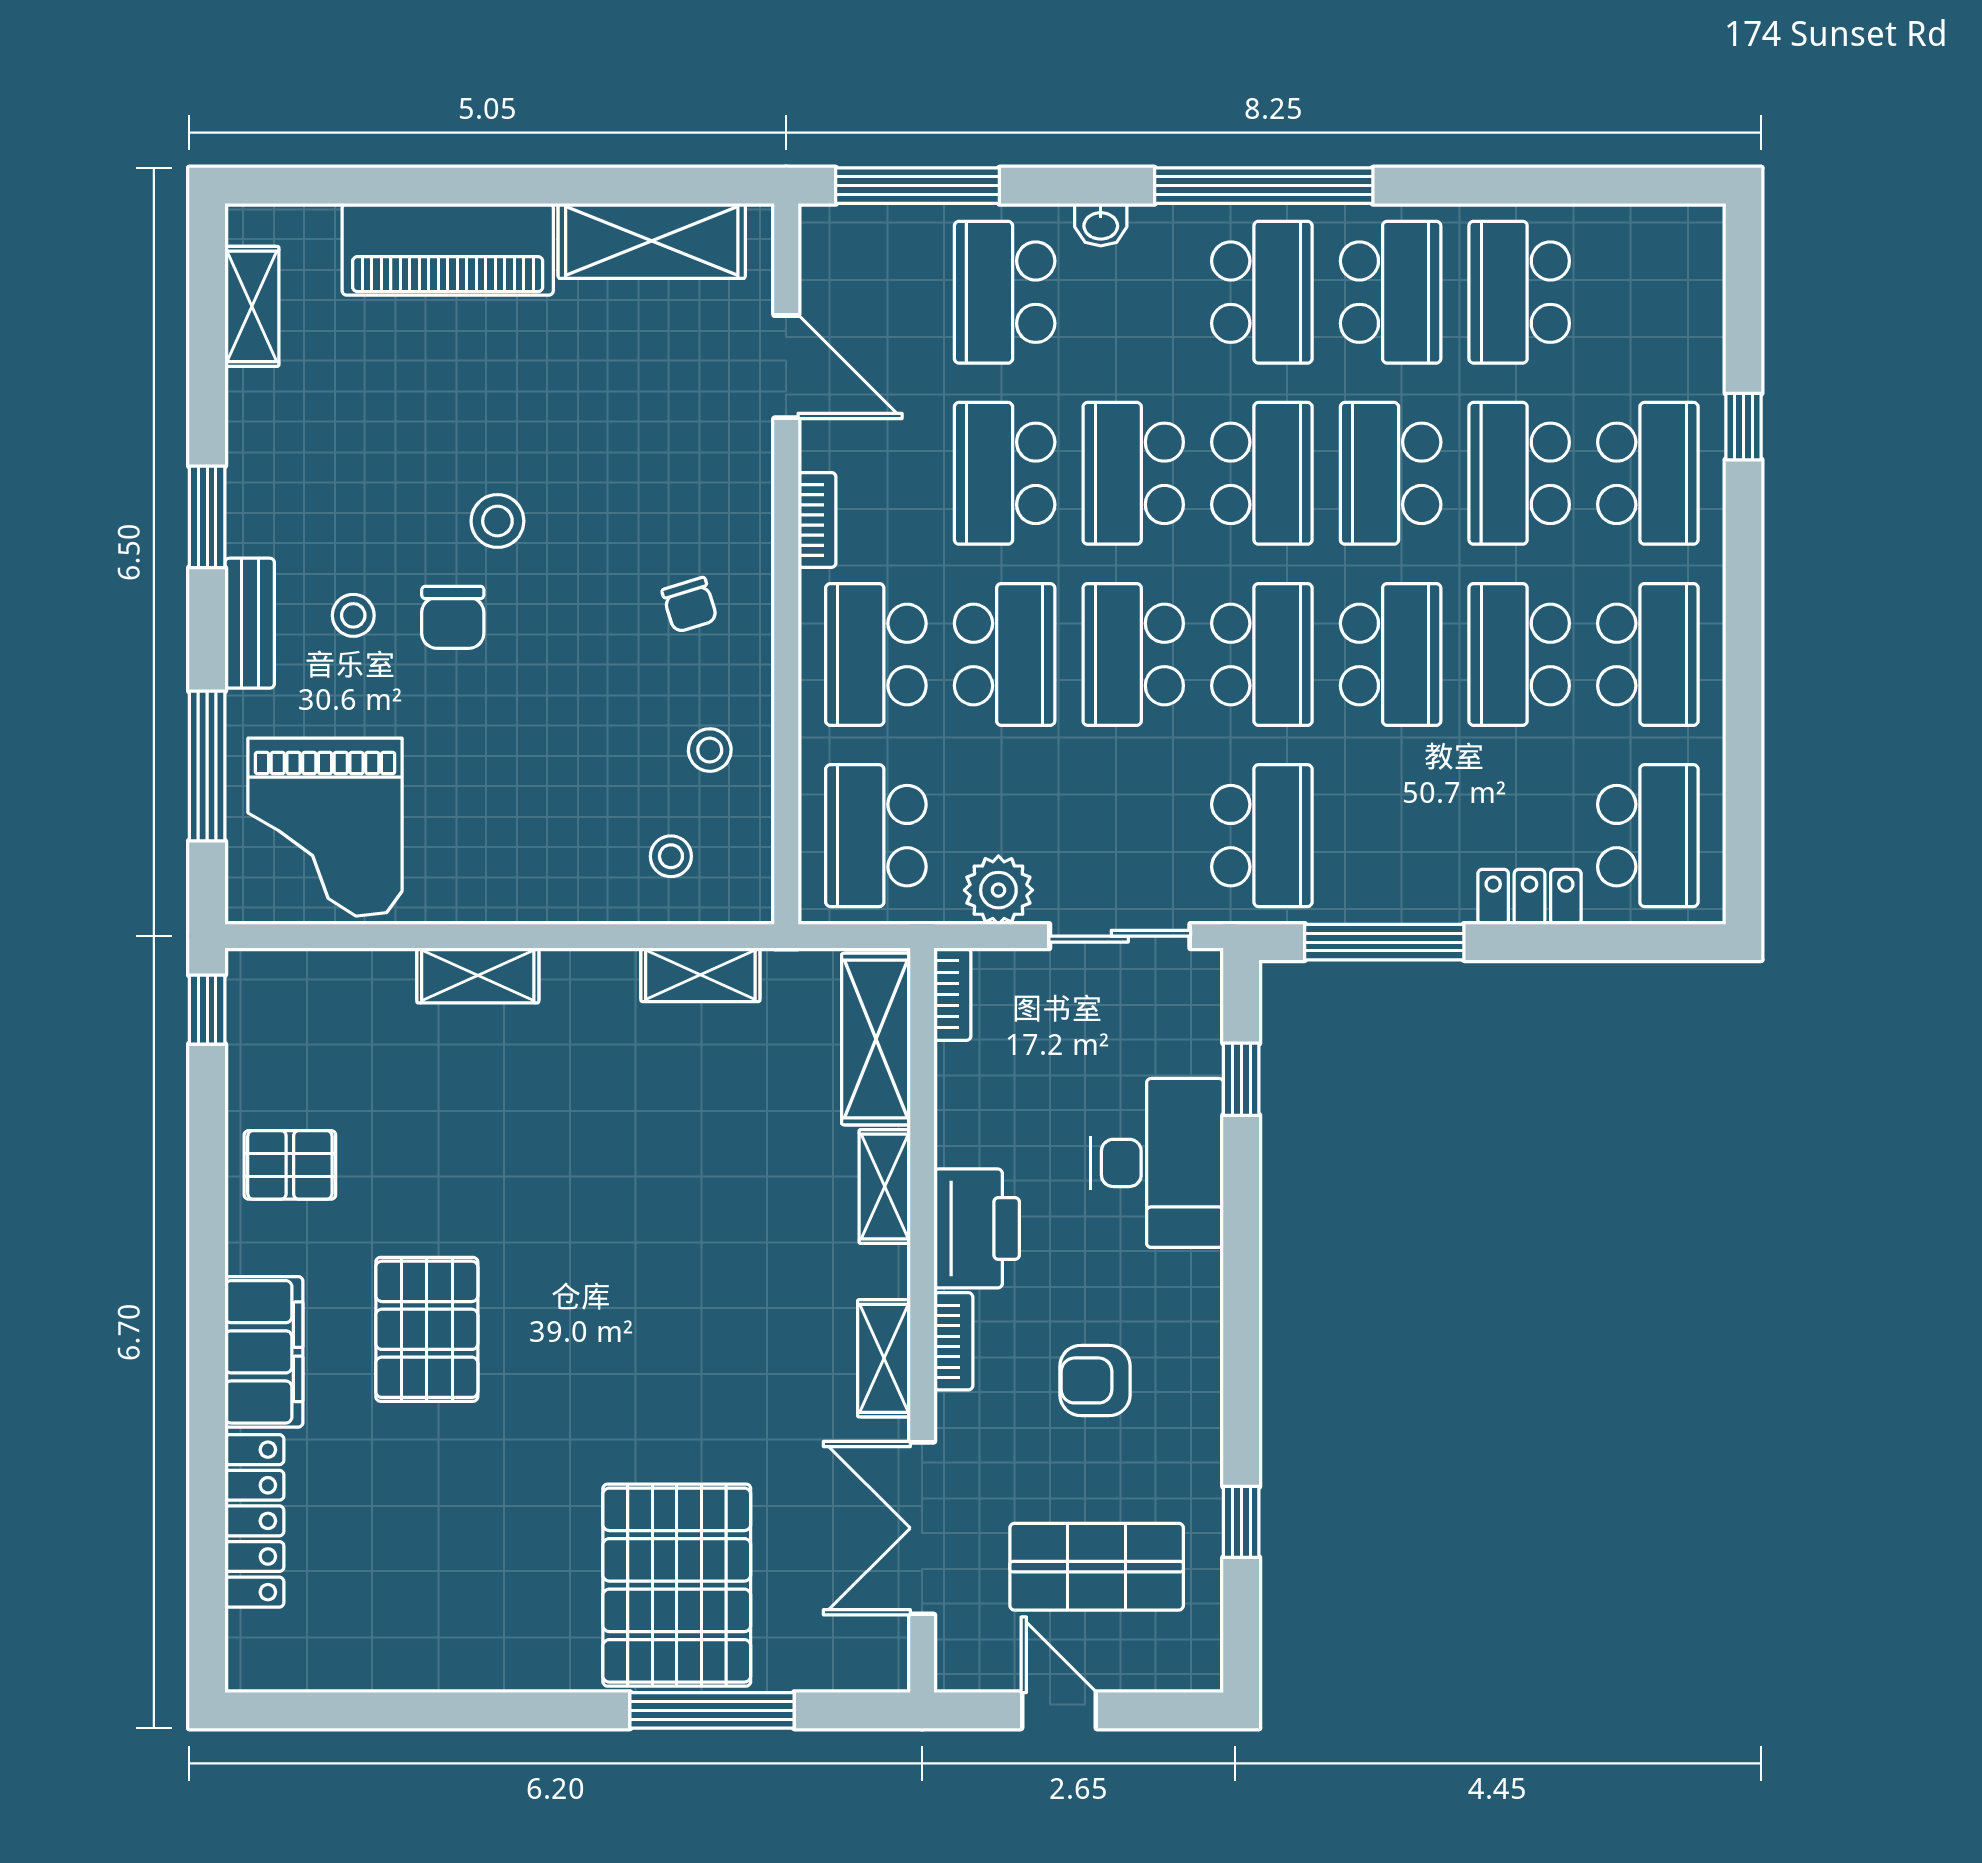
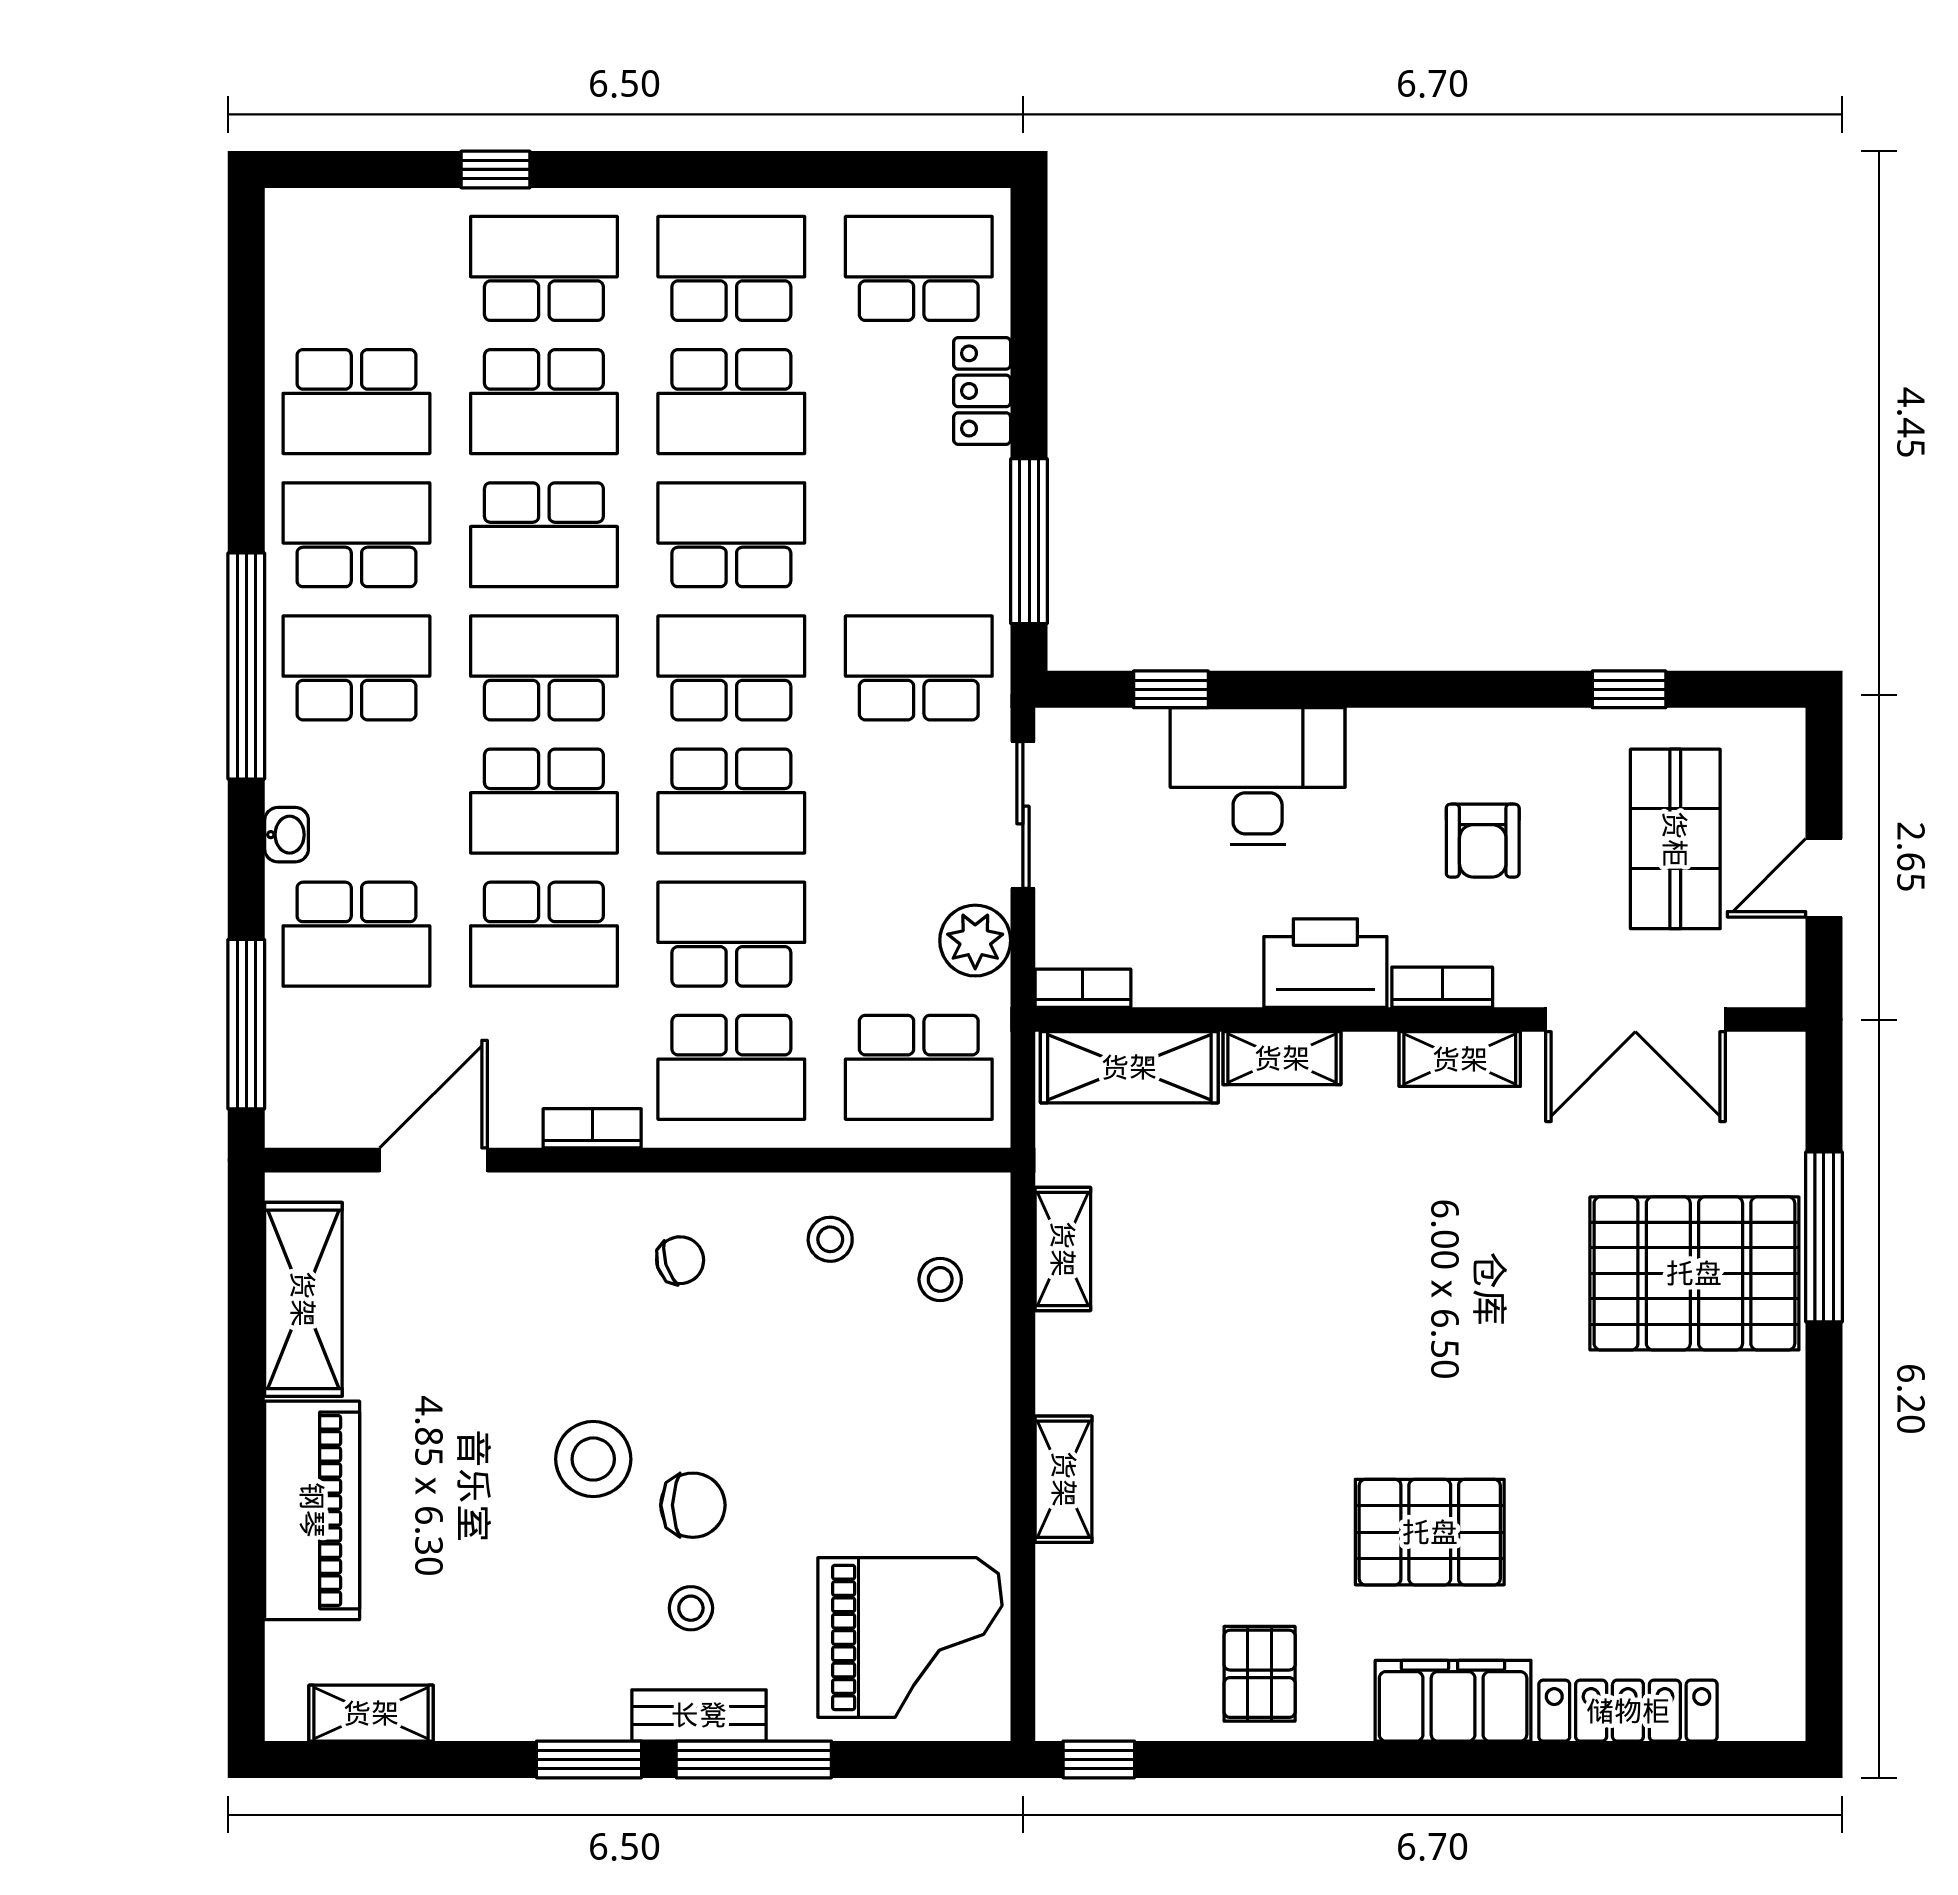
stool: (497, 521) -> (593, 1459), width x1.38, depth x1.38
window: (207, 766) -> (754, 1759), moved

